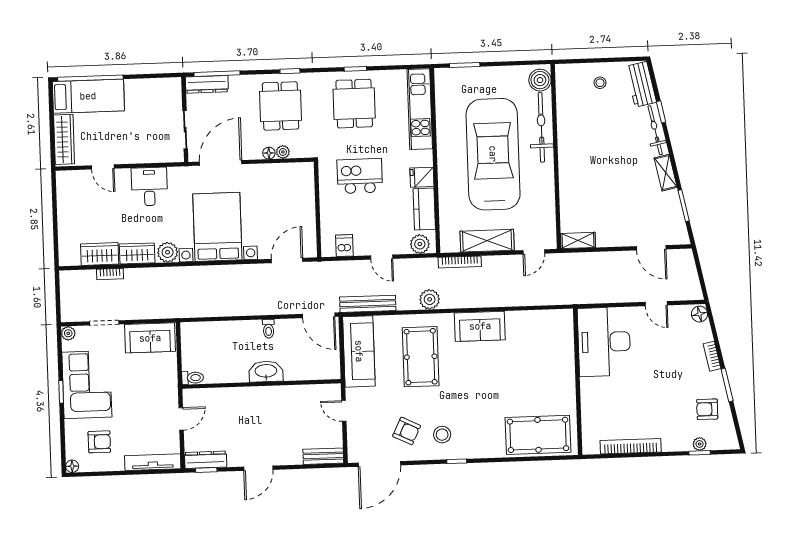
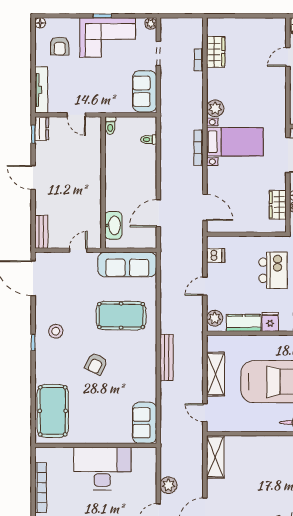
desk: (149, 187) -> (270, 95), removed
bed with nightstands: (217, 227) -> (235, 142), width x0.73
shelving: (578, 240) -> (215, 457), width x1.50, depth x1.33
wardrobe: (137, 253) -> (278, 205), moved, turned 180
bookcase: (460, 262) -> (199, 148), moved
plant: (430, 299) -> (168, 485), moved
bench: (368, 304) -> (167, 357), moved
door: (319, 315) -> (158, 213), moved
sofa: (480, 326) -> (145, 423), moved
toilet: (268, 329) -> (149, 140), moved
desk: (604, 342) -> (102, 468), moved
washbasin: (266, 371) -> (113, 225), moved
armchair: (407, 431) -> (96, 364), moved
dresser: (206, 460) -> (42, 129), width x0.70

